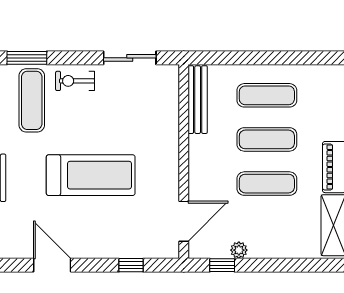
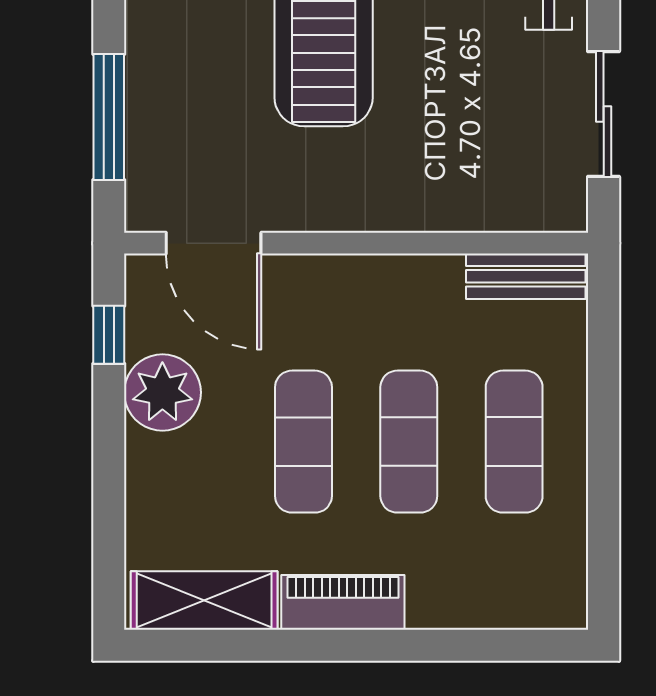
bench: (198, 100) -> (526, 276), width x0.73
plant: (239, 250) -> (162, 392), width x1.87, depth x1.87
window: (131, 265) -> (109, 117), width x2.17

